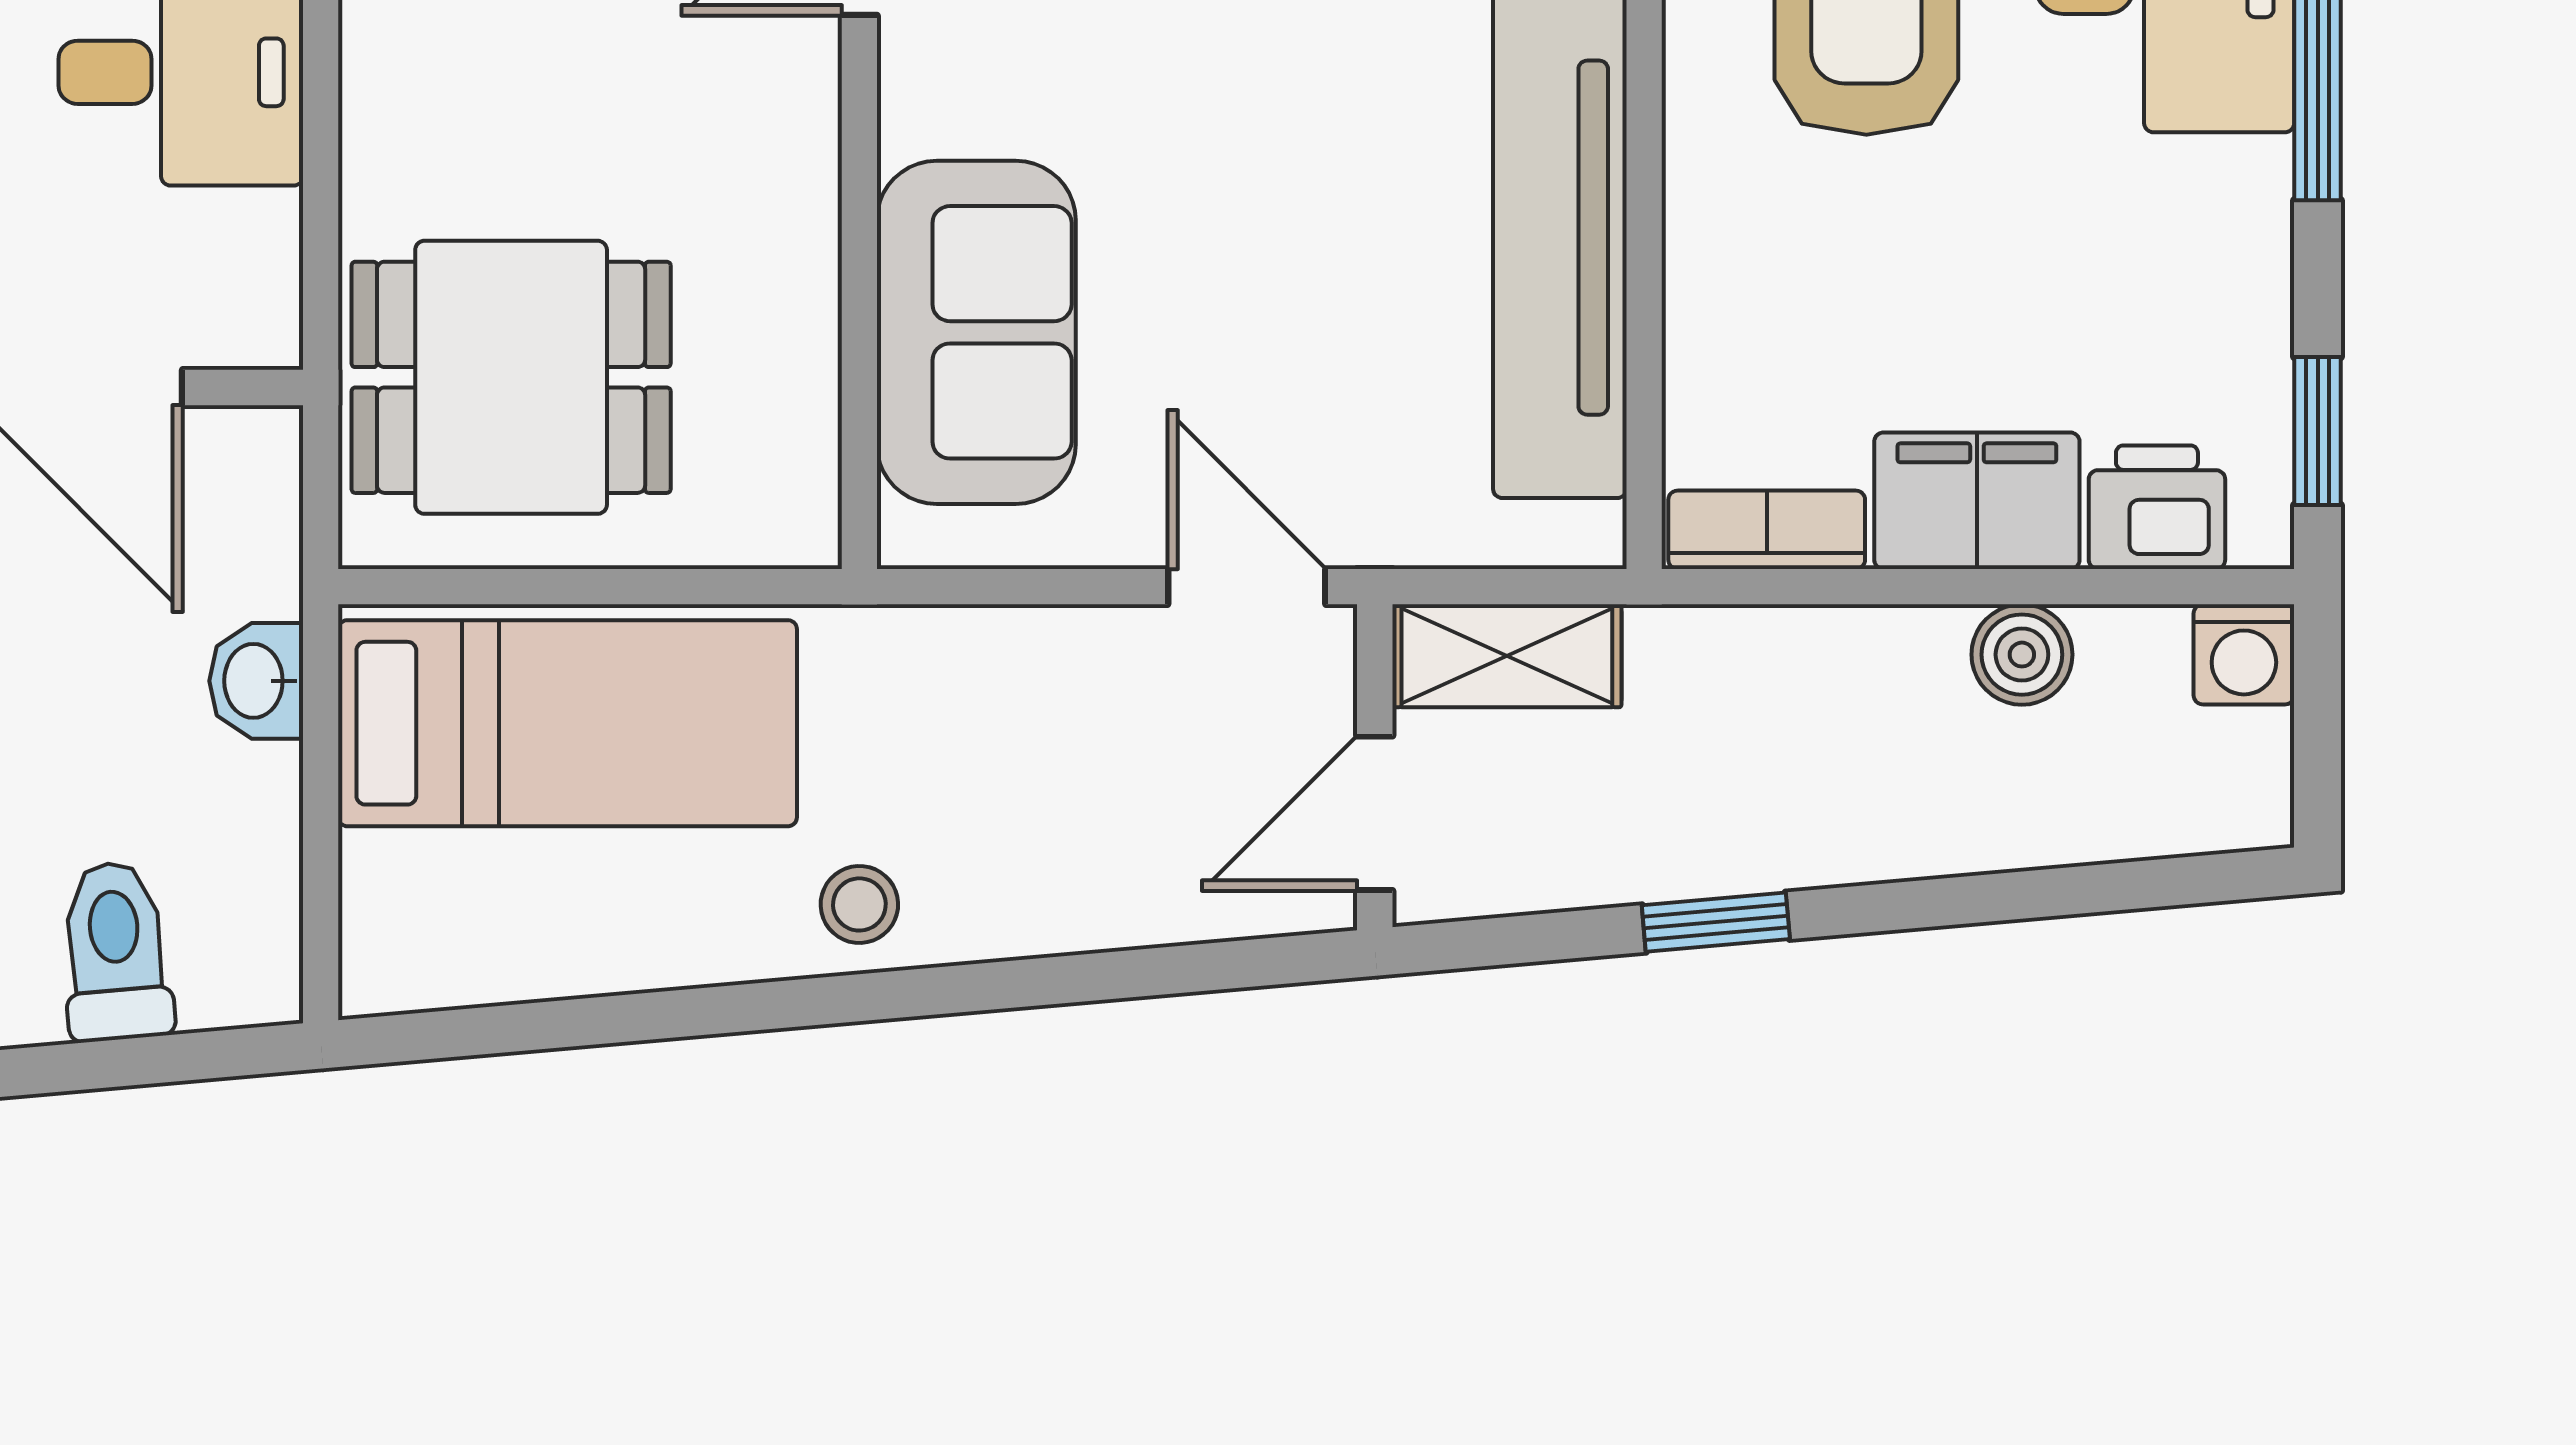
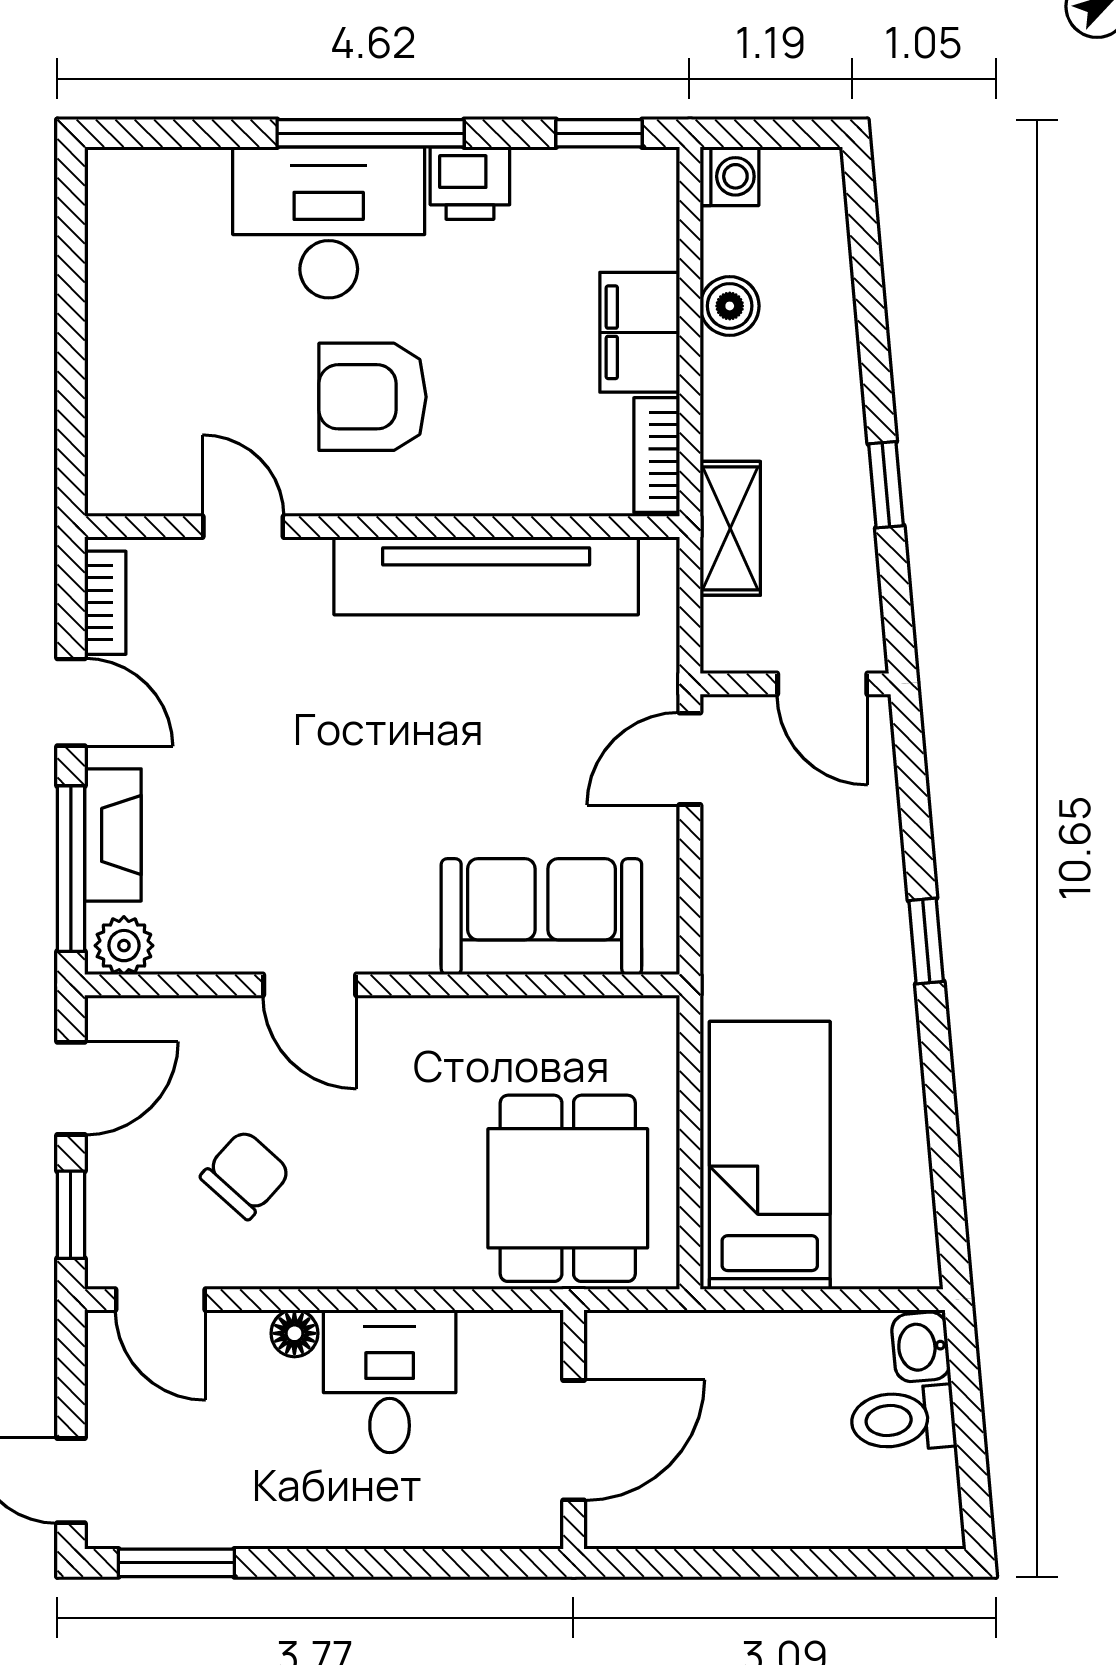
printer: (2157, 507) -> (470, 183), moved, turned -90
shelving: (1507, 656) -> (730, 528), moved
washbasin: (256, 681) -> (921, 1347), moved, turned 85
stool: (859, 904) -> (876, 985), removed
window: (935, 991) -> (926, 941), added

